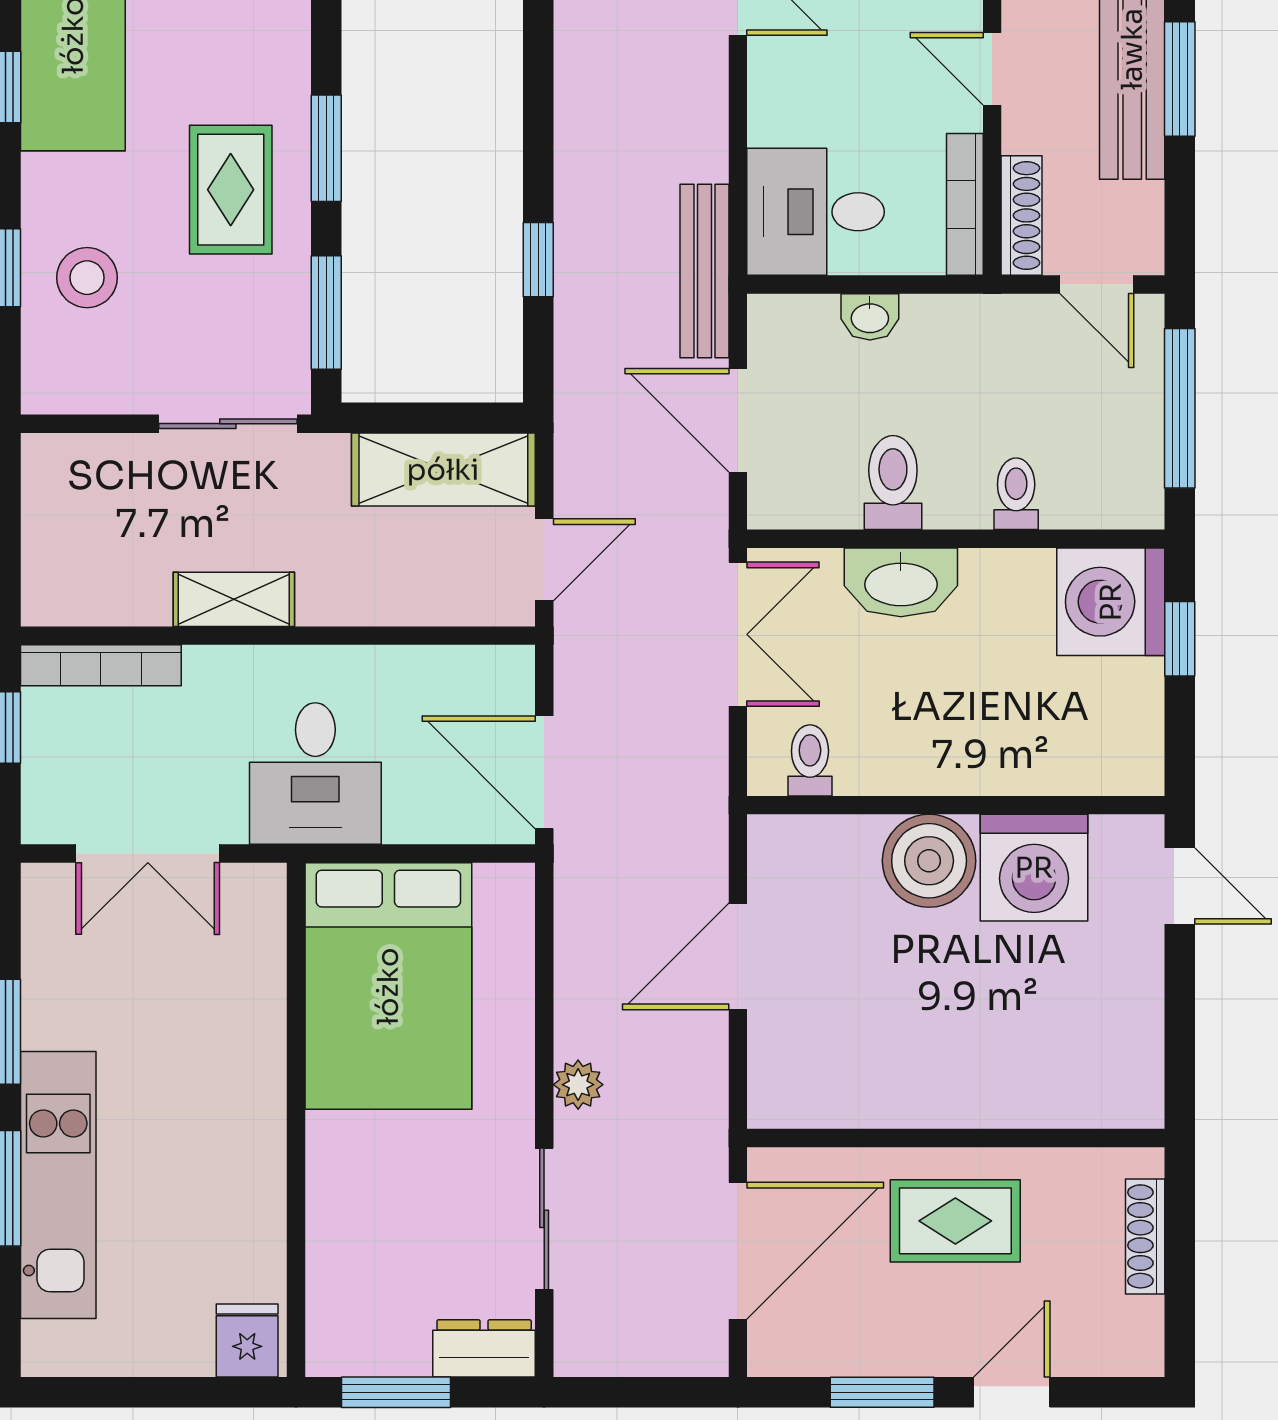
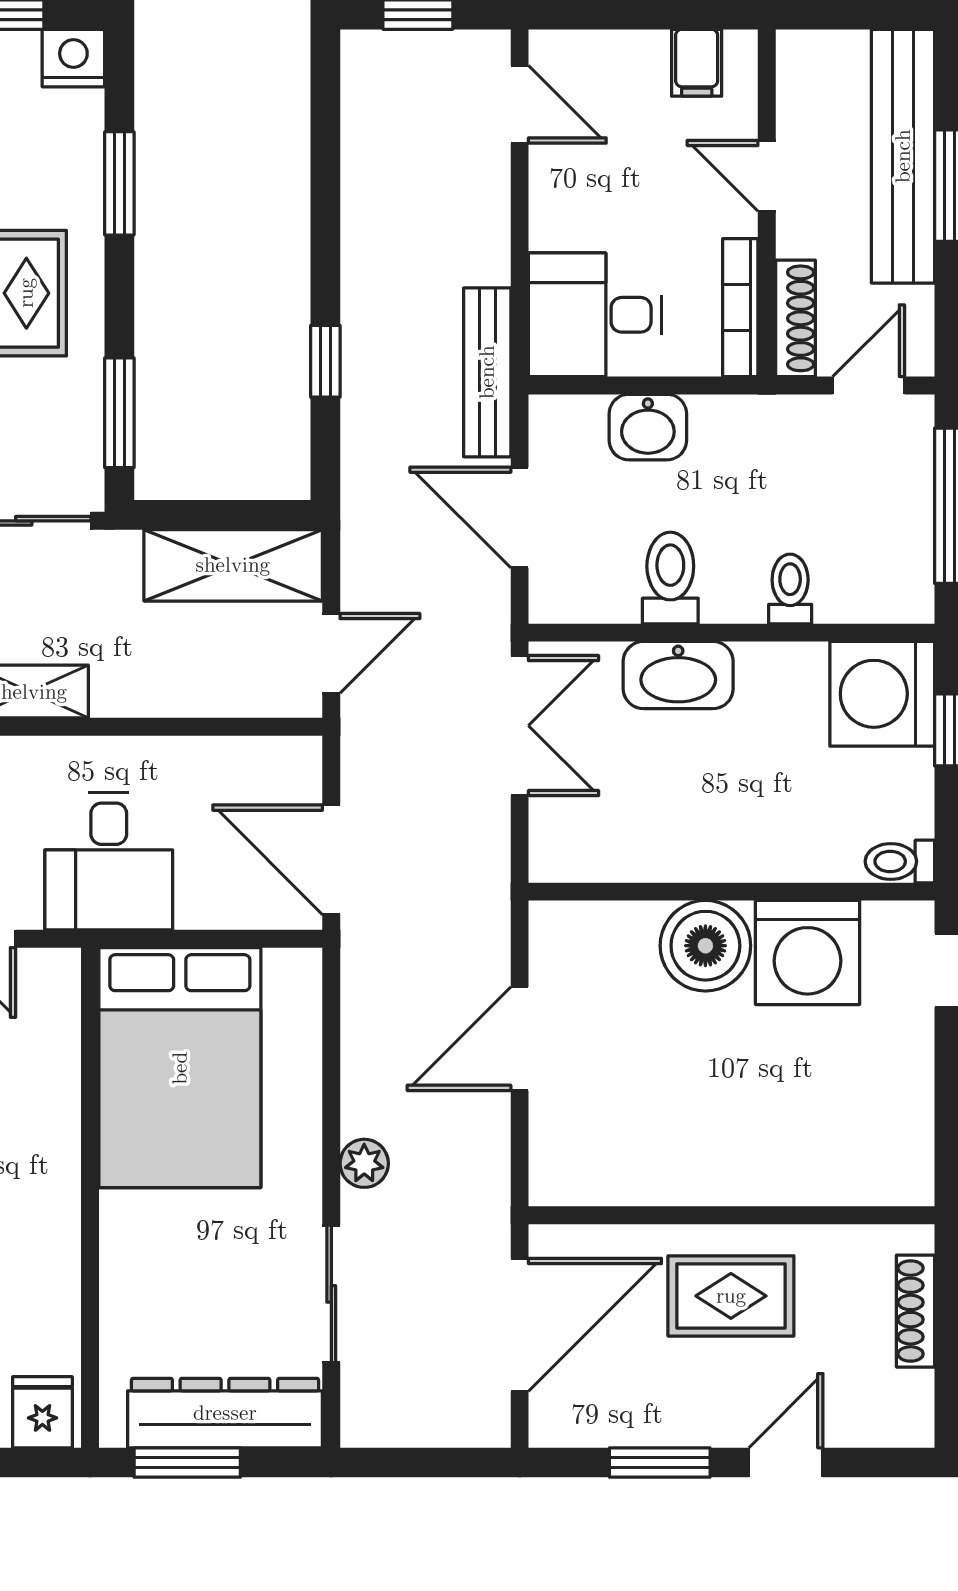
window: (326, 148) -> (119, 183), moved
door: (1097, 284) -> (869, 385), swing flipped
washbasin: (870, 317) -> (648, 427), width x1.38, depth x1.45
toilet: (810, 760) -> (900, 861), moved, turned -90
dresser: (484, 1348) -> (225, 1413), width x1.96, depth x1.24

